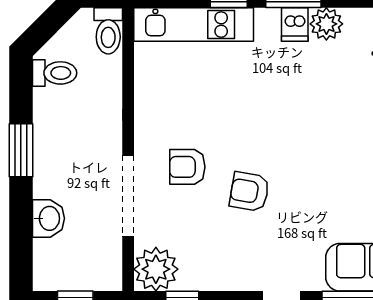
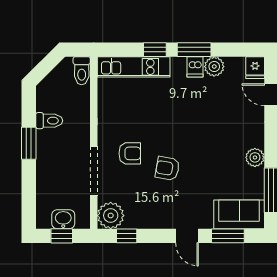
toilet: (55, 73) -> (49, 121), moved
armchair: (187, 167) -> (130, 153), turned 180
washbasin: (49, 218) -> (63, 219), moved, turned -90

